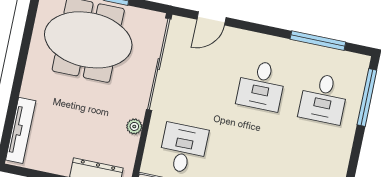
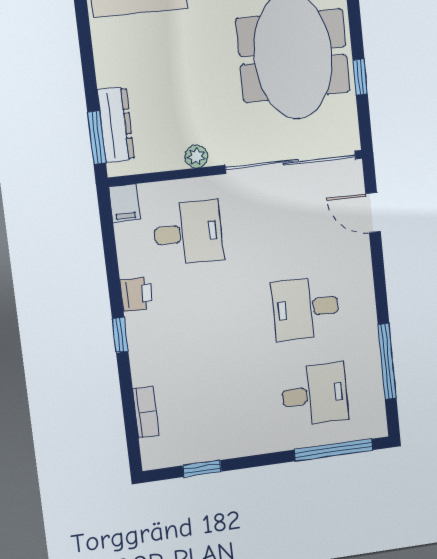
desk: (323, 98) -> (315, 395), turned 180

